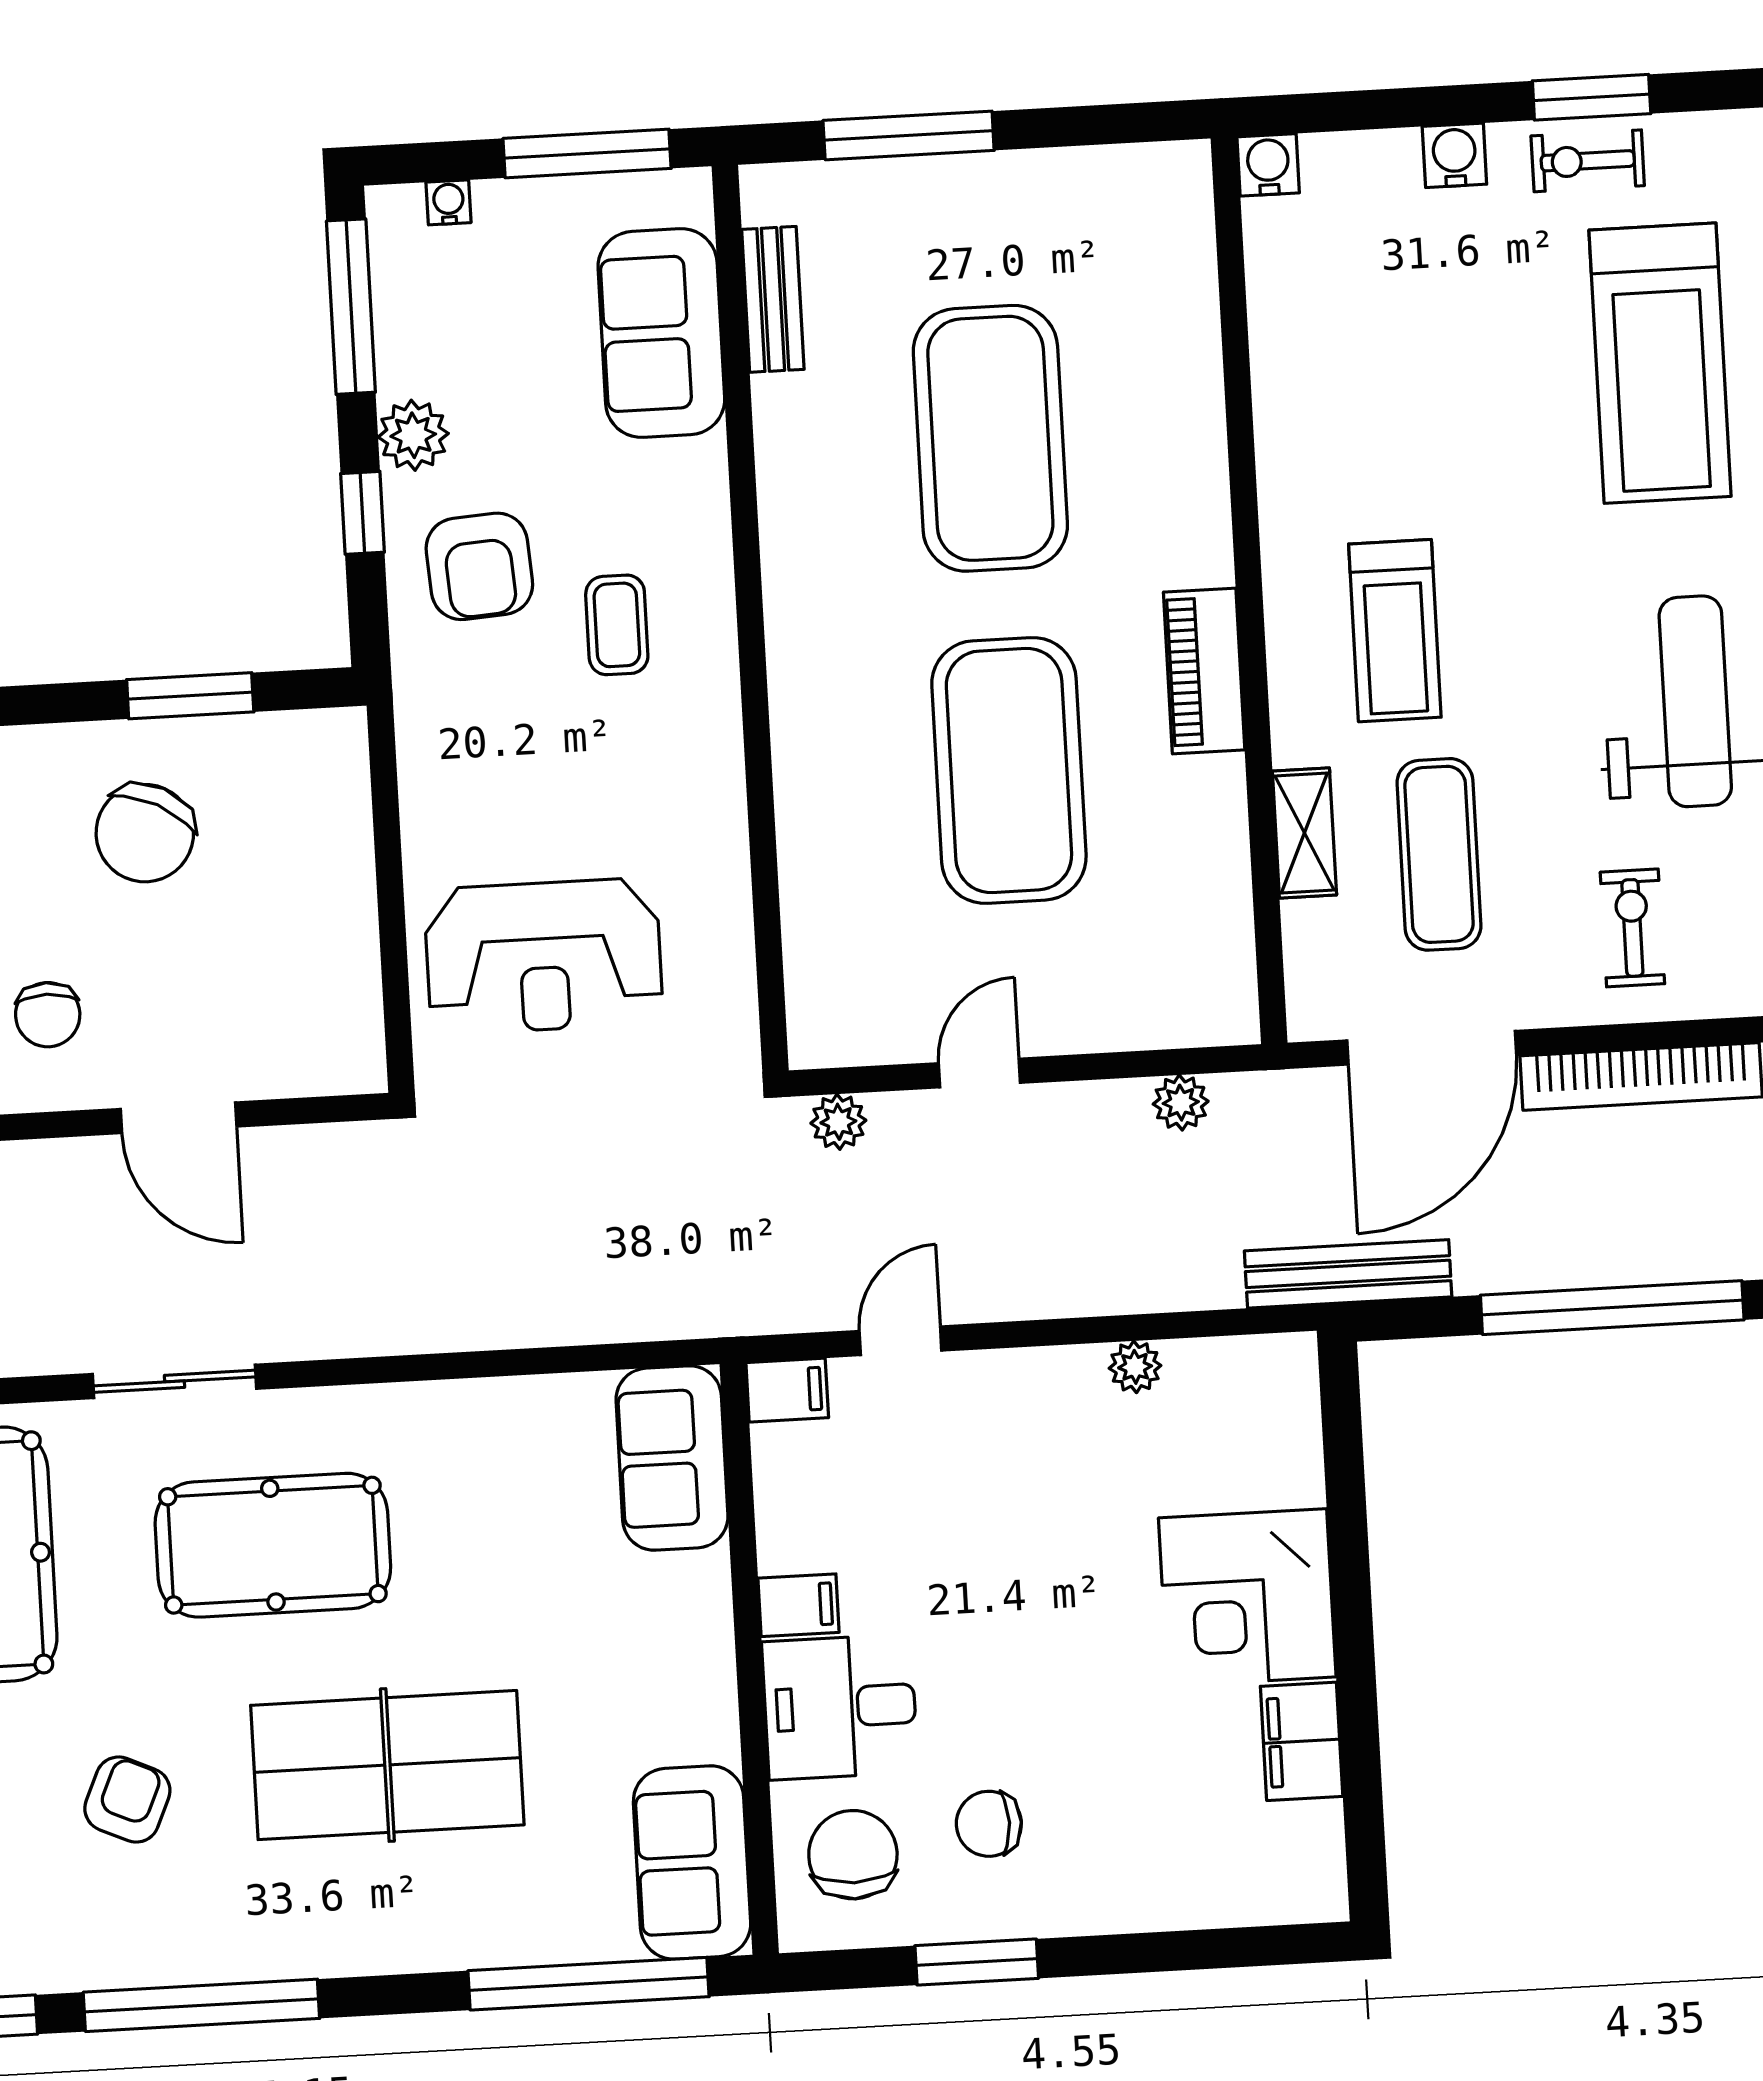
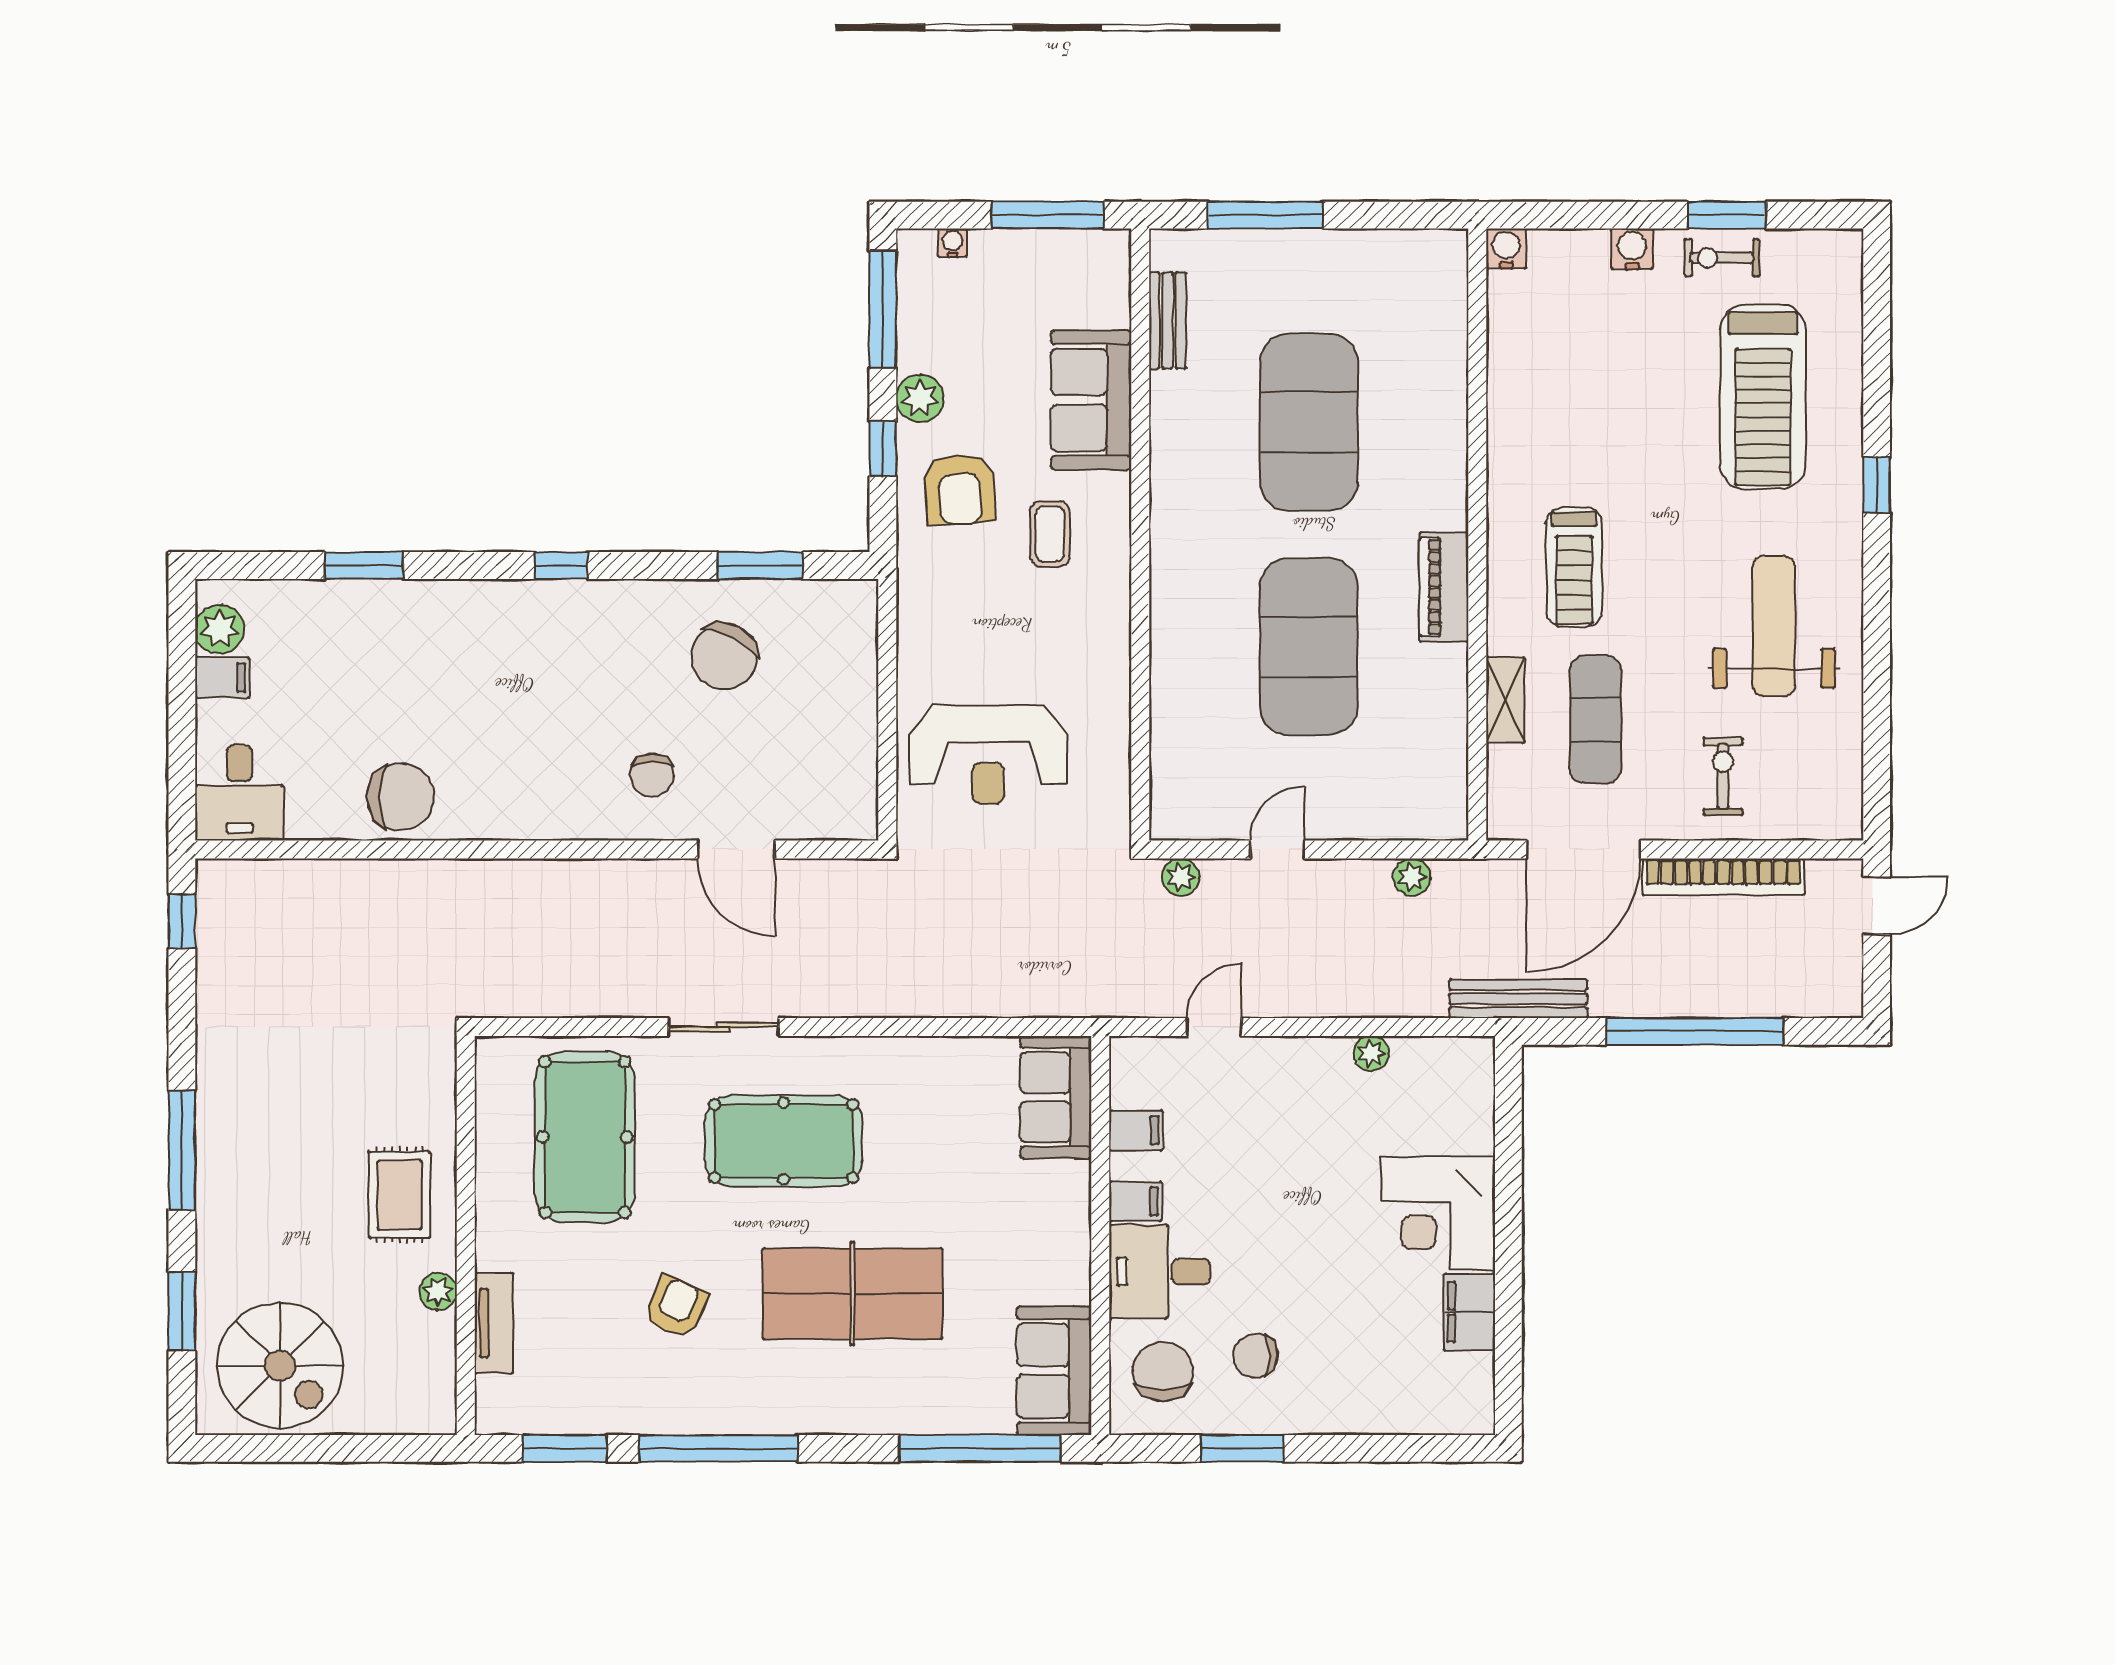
sofa: (661, 333) -> (1091, 400), moved
filing cabinet: (787, 1390) -> (1136, 1130), moved

